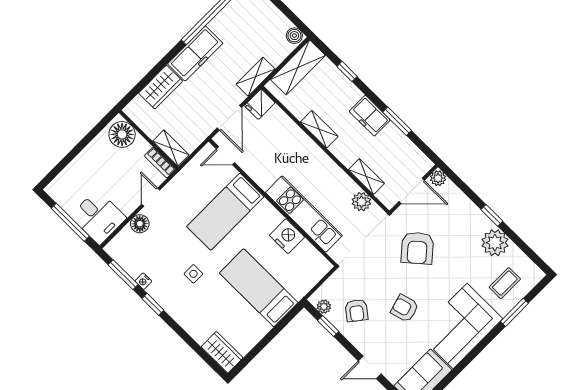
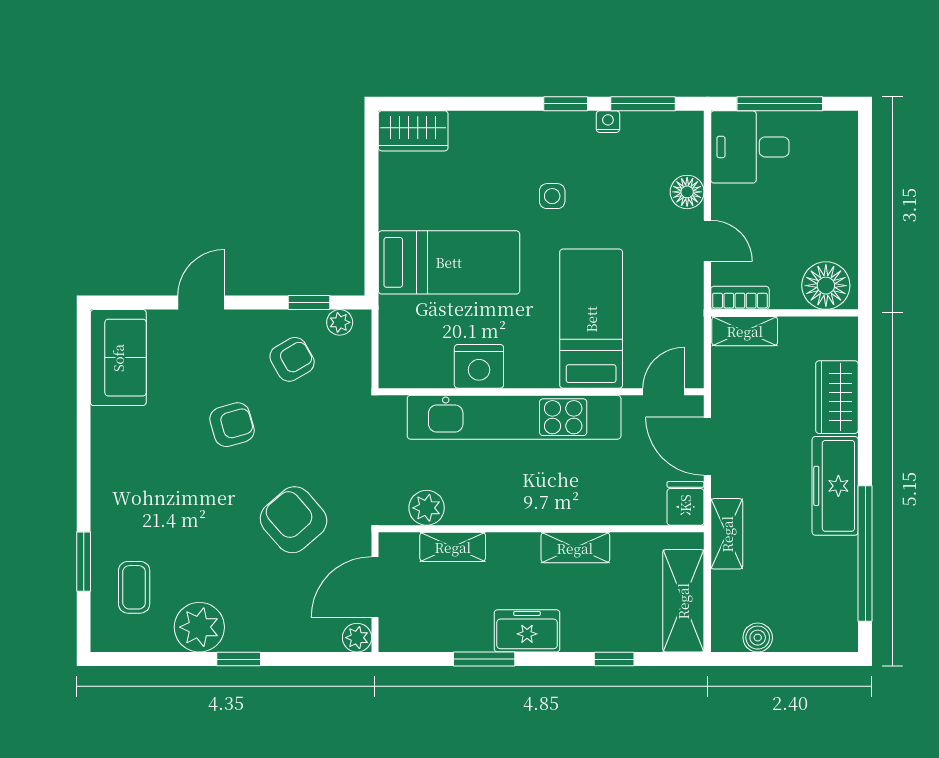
boiler: (294, 36) -> (758, 638), moved
kitchen unit: (304, 214) -> (514, 417), width x1.36
armchair: (356, 311) -> (292, 359), turned 112
corner sofa: (460, 326) -> (137, 473), removed

